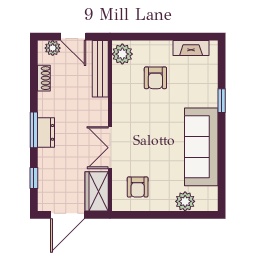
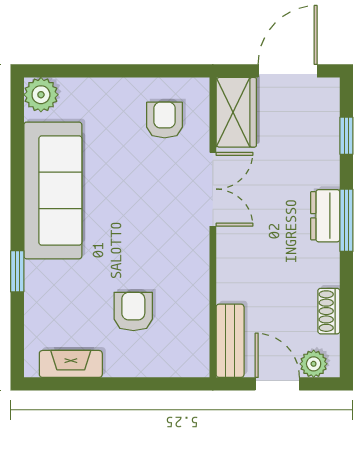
plant: (122, 54) -> (191, 353), removed
bench: (100, 69) -> (230, 341), width x0.73
plant: (185, 201) -> (41, 95), moved

